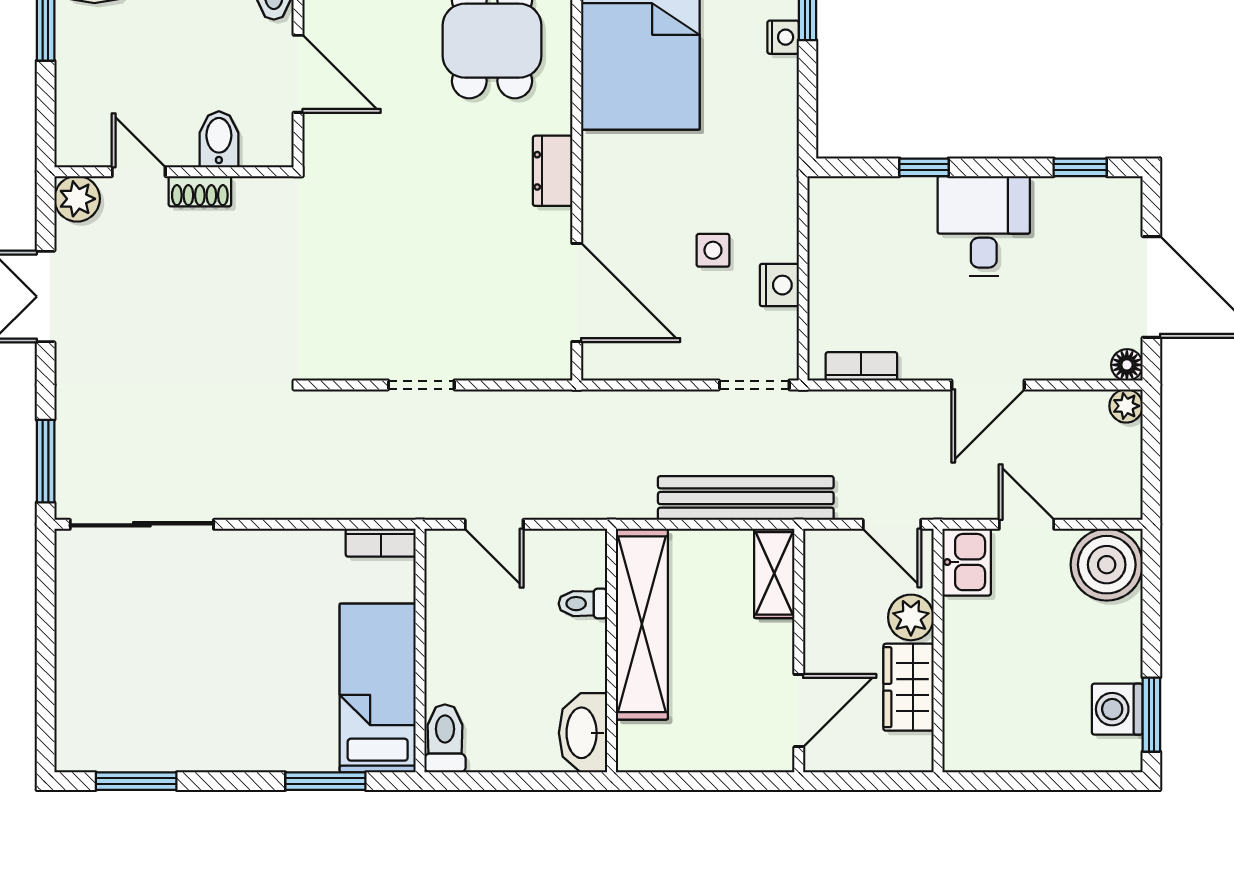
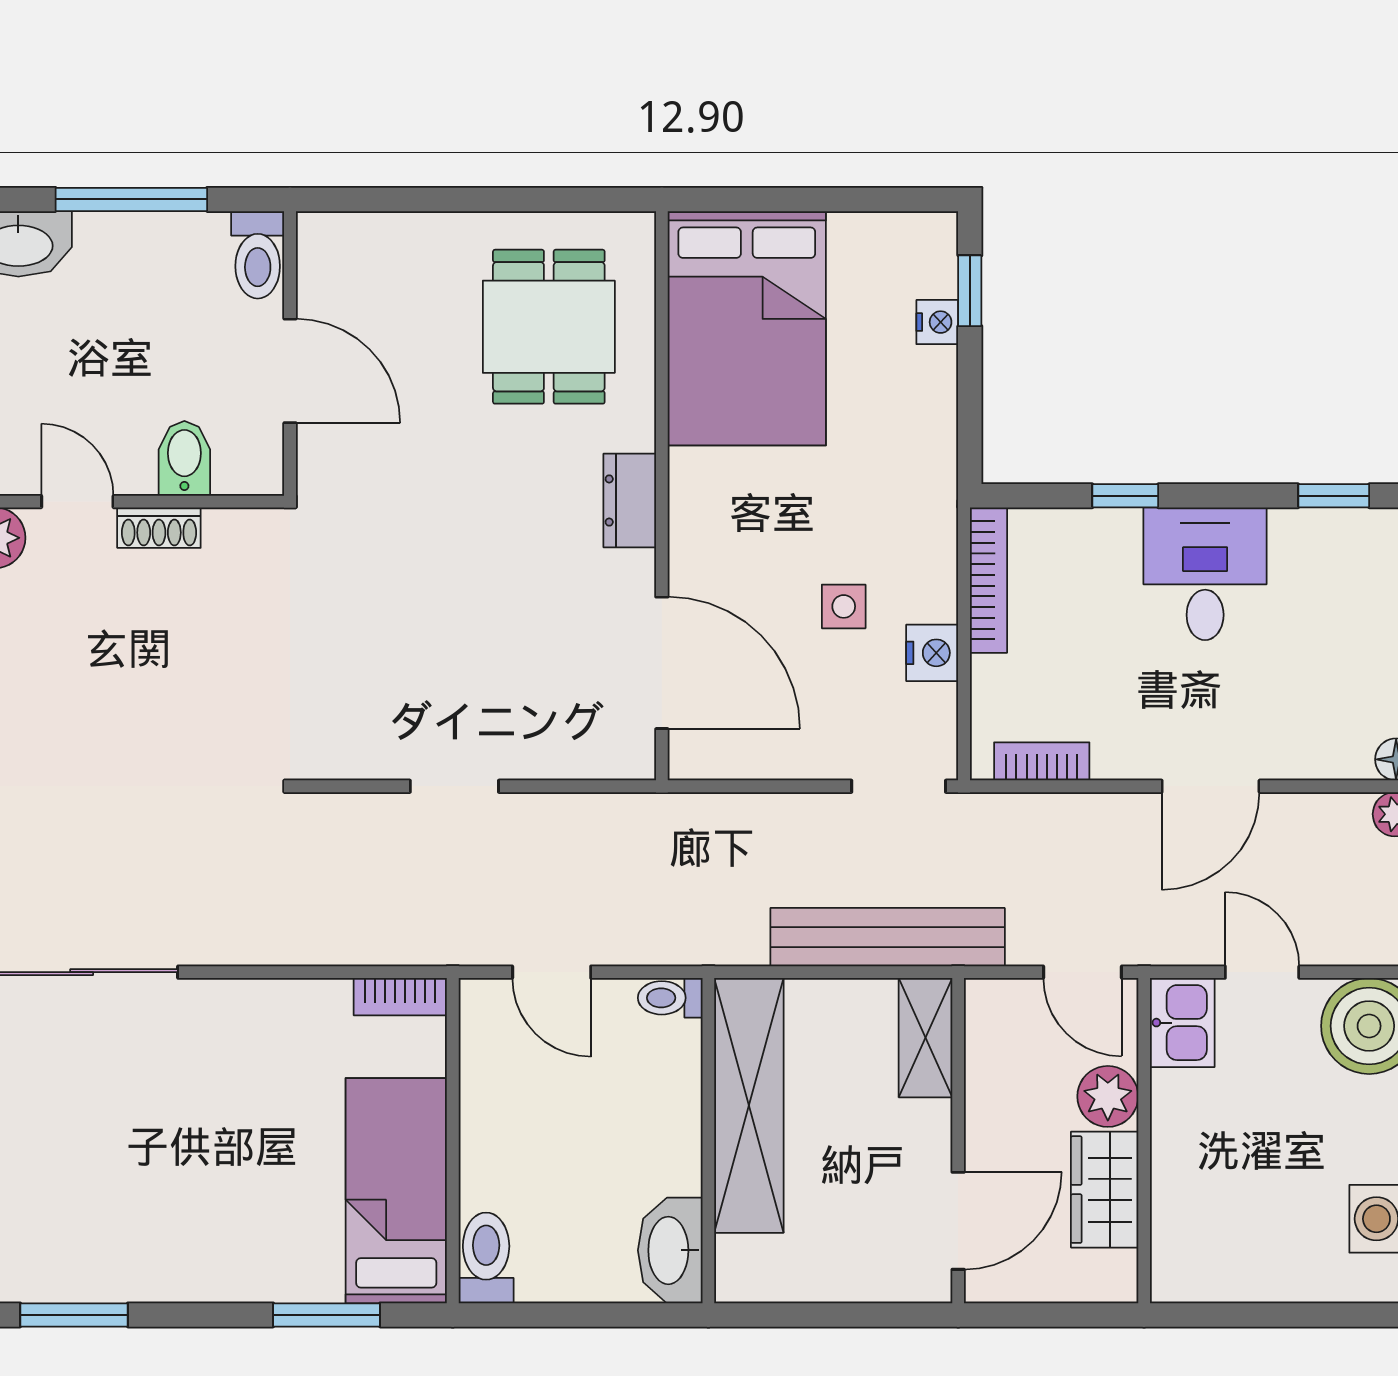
bookcase: (821, 231) -> (988, 580), added
toilet: (583, 604) -> (670, 998), moved

